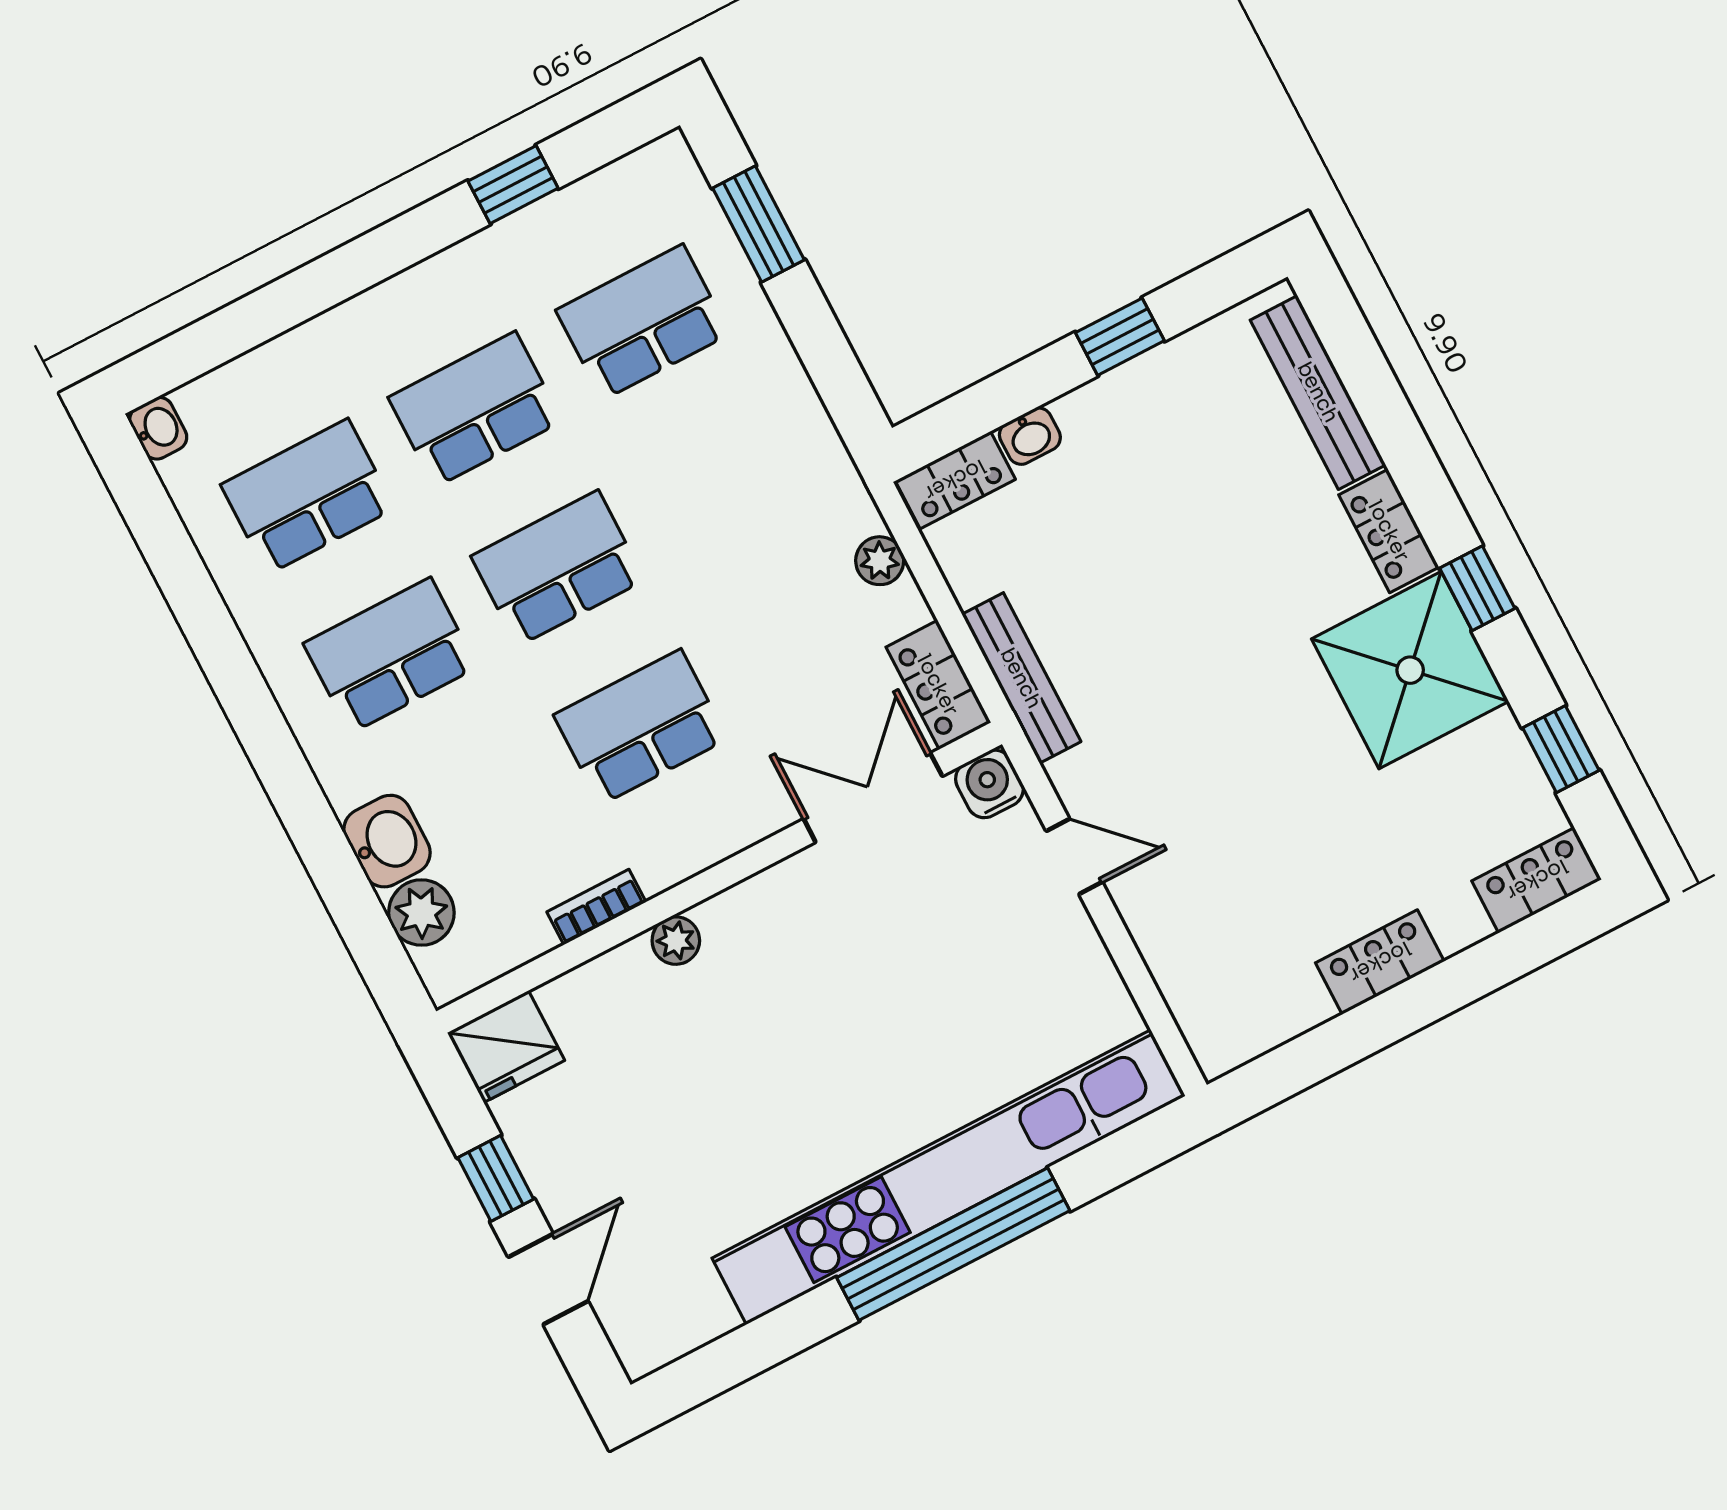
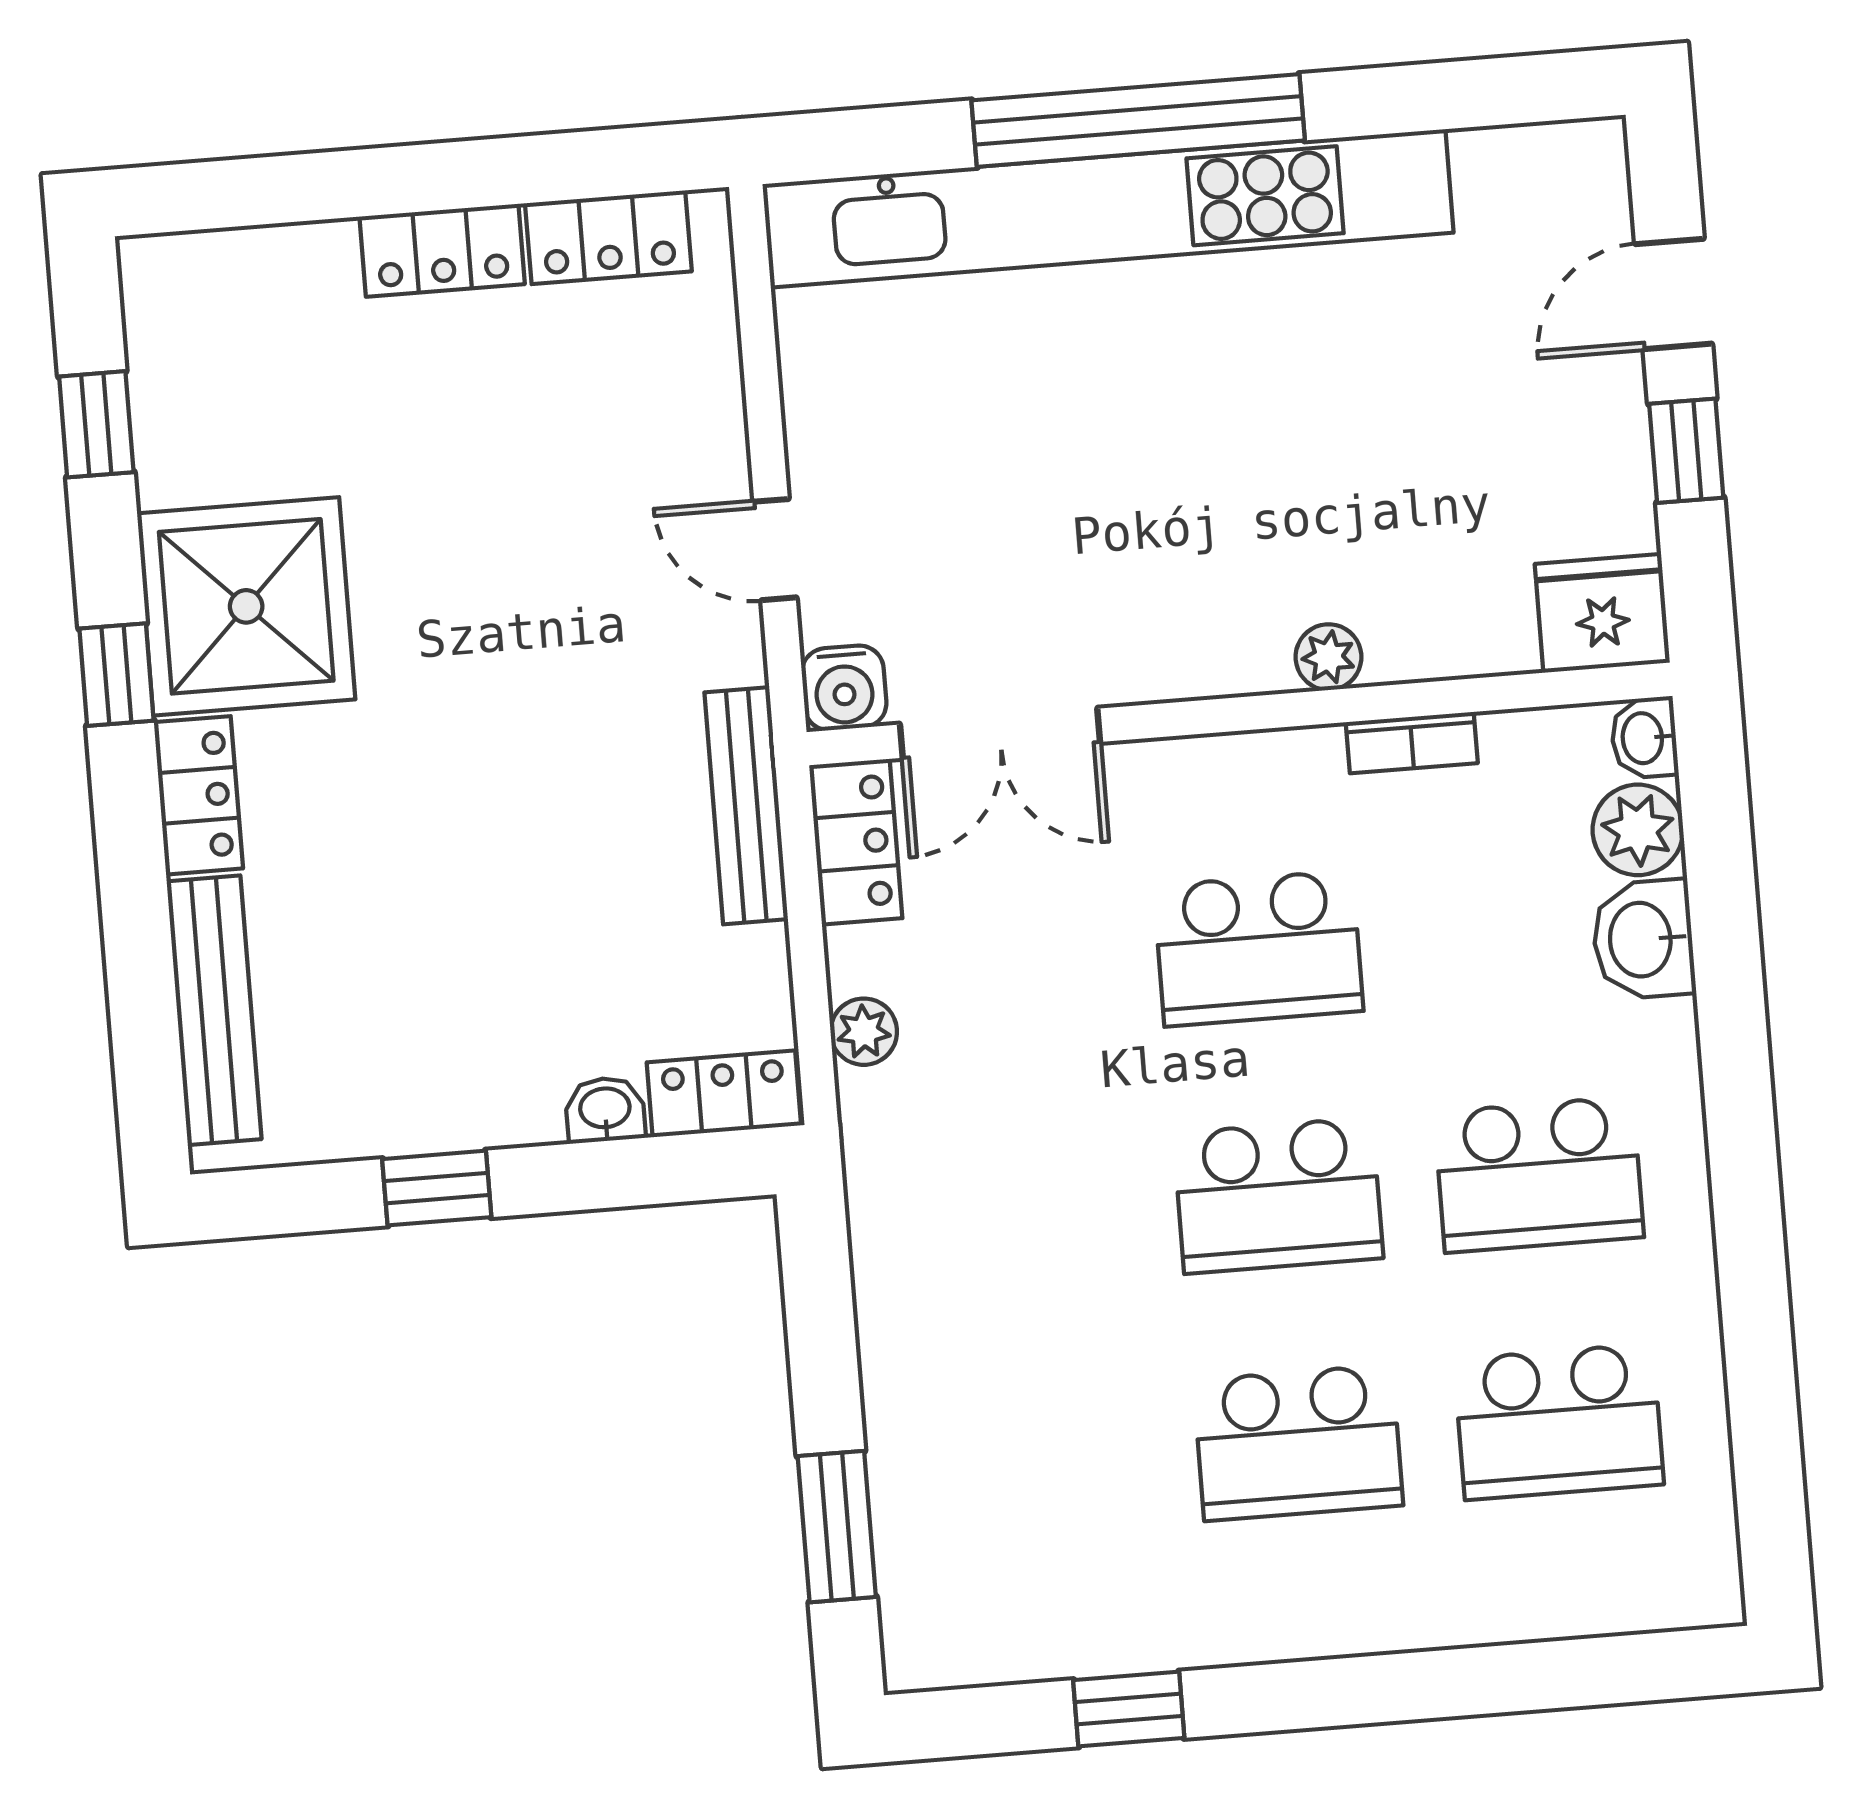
school desk: (643, 322) -> (1037, 1464), removed
washbasin: (158, 428) -> (1644, 738), moved
locker: (1537, 880) -> (608, 237), moved

